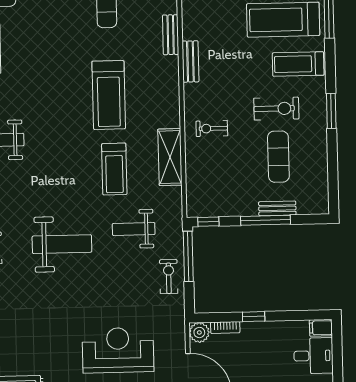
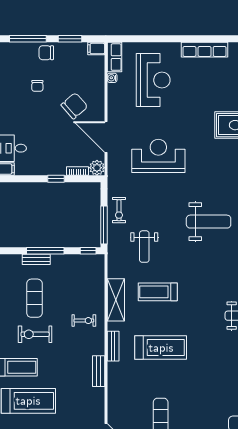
bench: (171, 35) -> (113, 346), moved
treadmill: (109, 95) -> (161, 348), turned 90
treadmill: (114, 169) -> (158, 292), turned -90
weight bench: (134, 229) -> (144, 247), turned 90
weight bench: (62, 244) -> (209, 222), moved, turned 180
reception desk: (118, 350) -> (158, 156), turned 180

